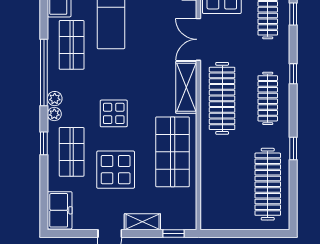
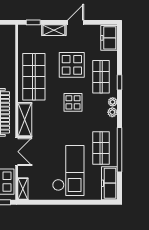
window: (44, 72) -> (119, 150), moved

